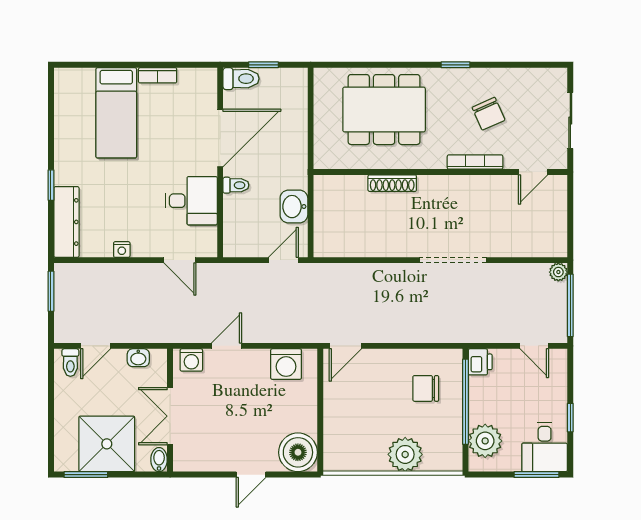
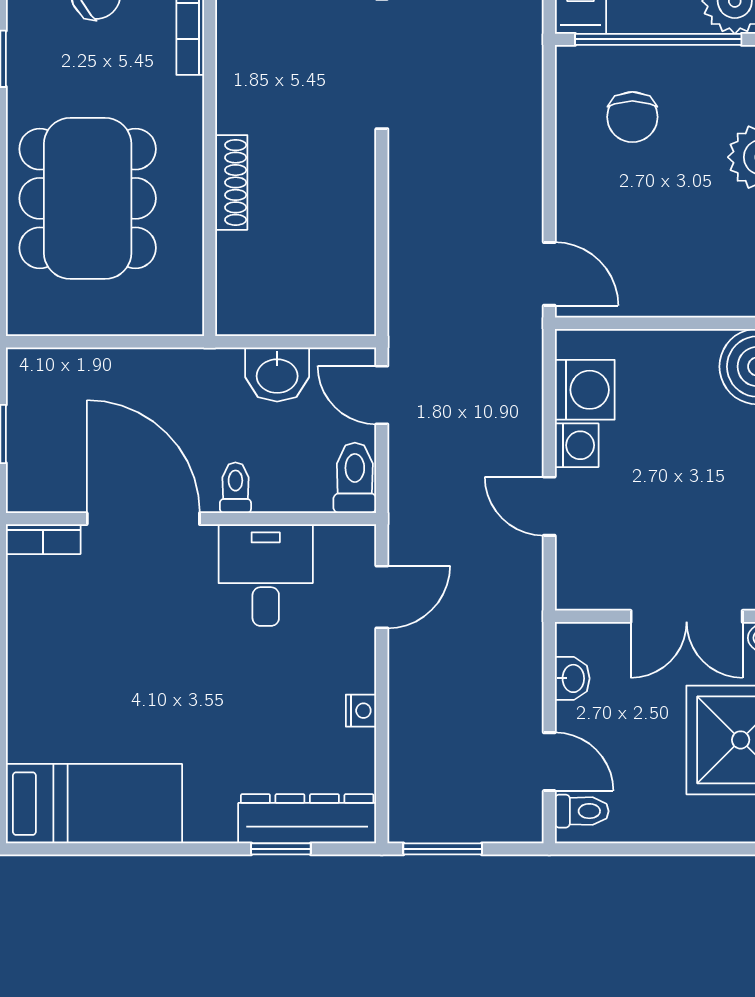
bookcase: (158, 75) -> (43, 539), moved, turned 90
toilet: (241, 79) -> (355, 478), moved
bed: (116, 113) -> (94, 804), moved
window: (51, 185) -> (281, 849), moved
washing machine: (191, 360) -> (577, 445), moved

